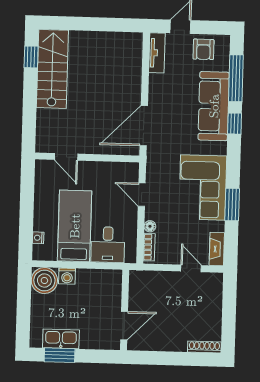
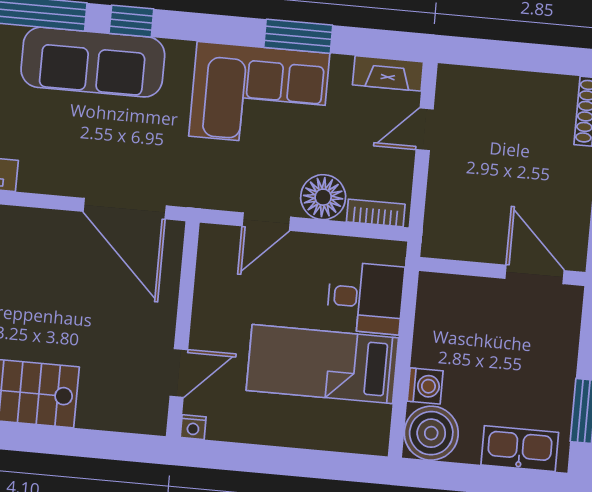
floor lamp: (150, 226) -> (323, 197), width x1.89, depth x1.89
nightstand: (38, 238) -> (193, 427), moved
kitchen sink: (61, 339) -> (520, 449), moved, turned 90

